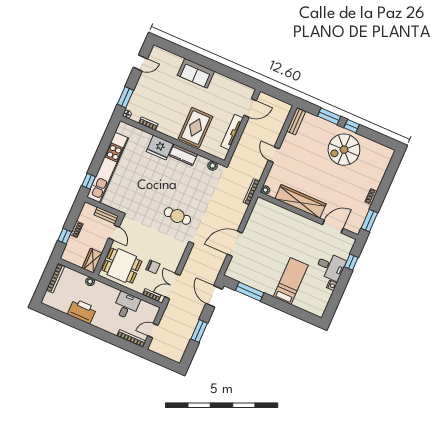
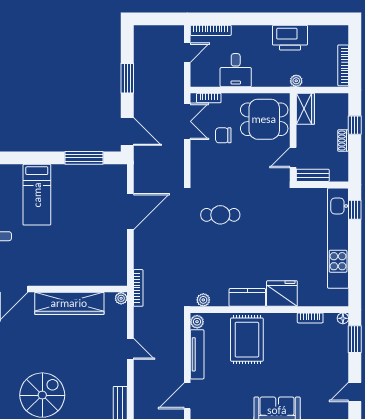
plant: (223, 153) -> (197, 322), added
door: (114, 233) -> (293, 158), hinge flipped

